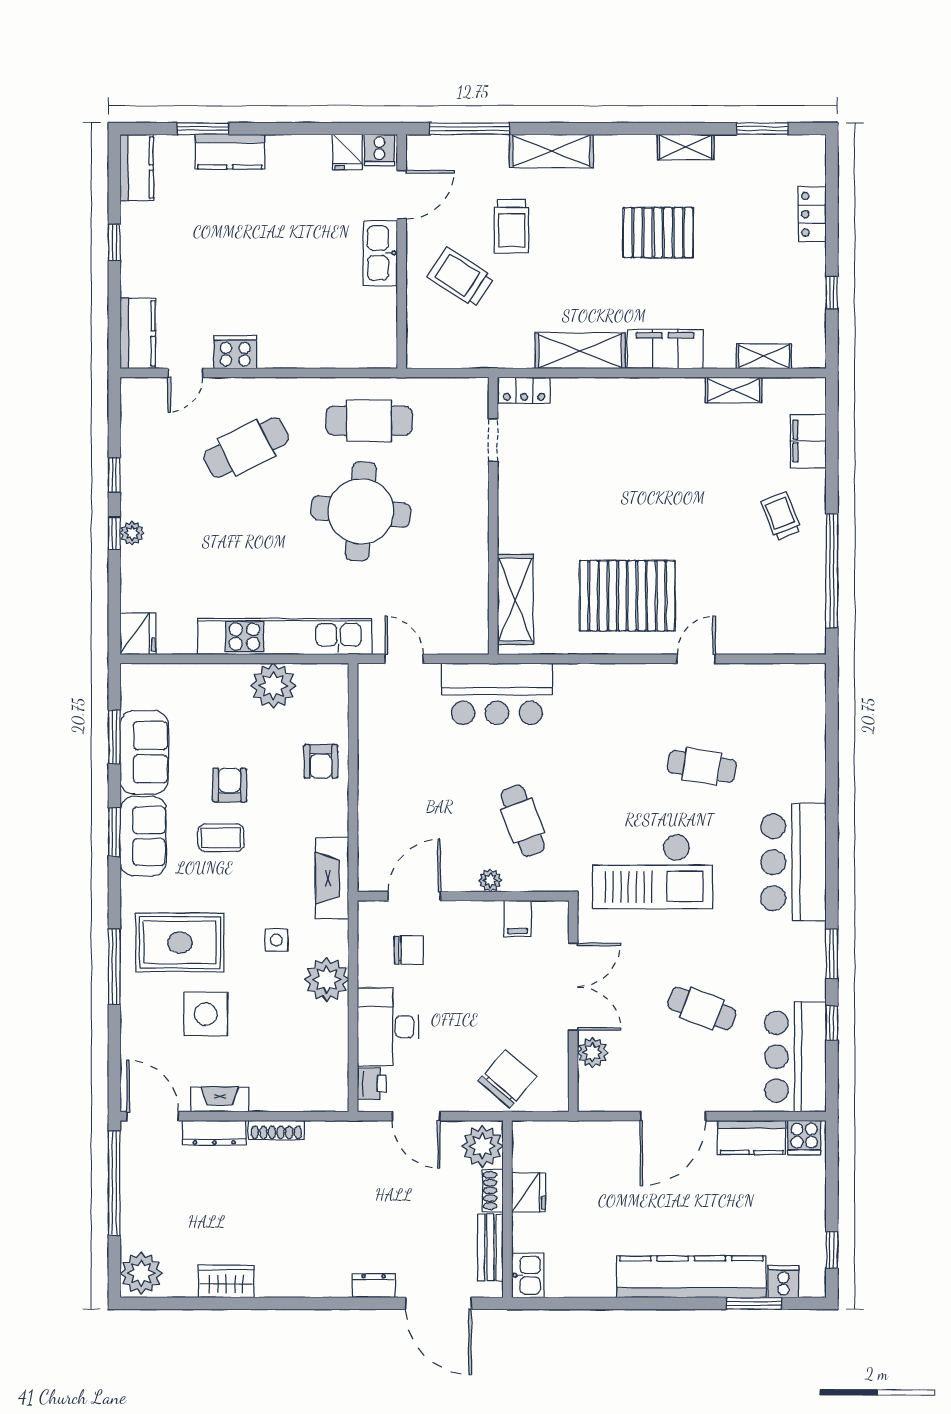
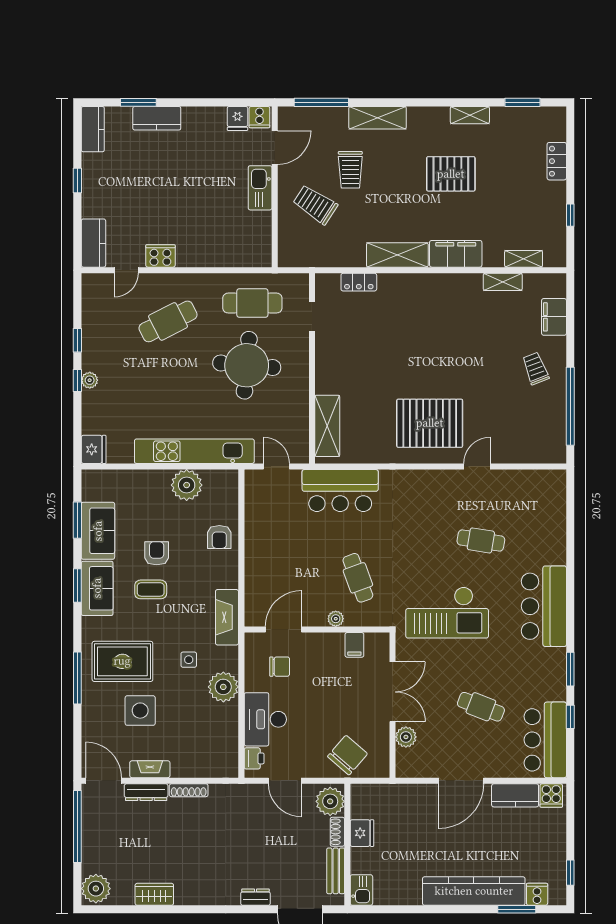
doorway: (493, 440) -> (312, 316), moved
wall: (493, 516) -> (312, 368), moved
shelving: (515, 600) -> (327, 426), moved

